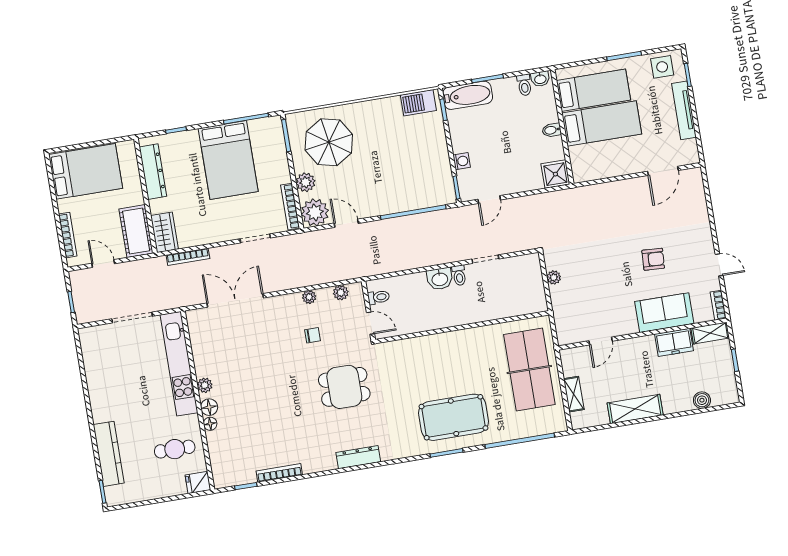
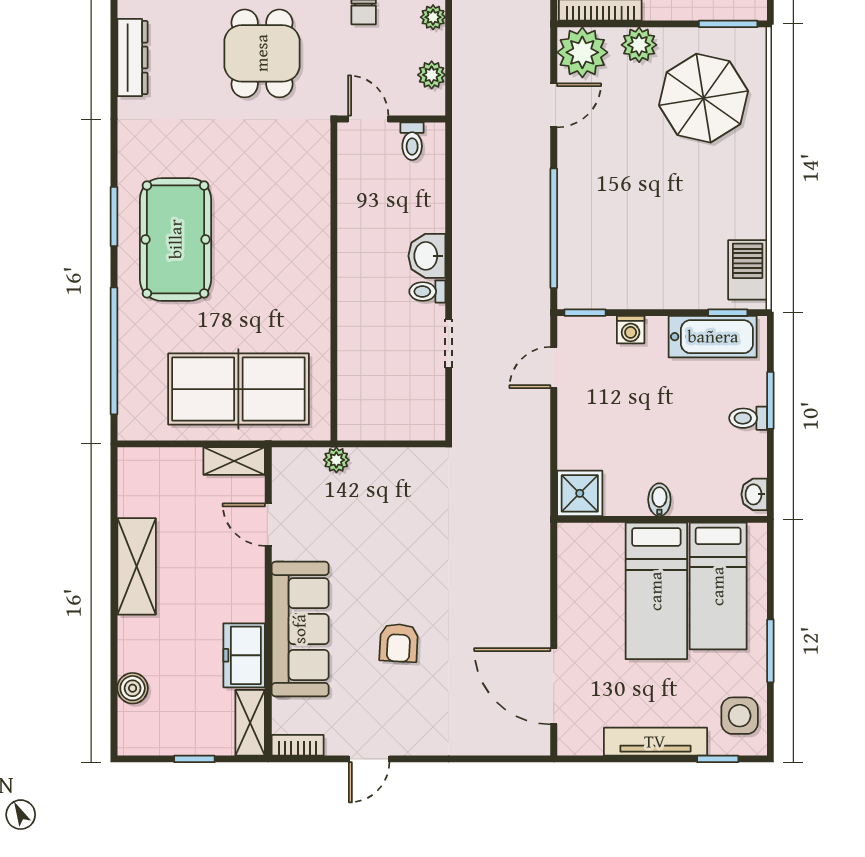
toilet: (524, 85) -> (748, 418), moved
bathtub: (468, 95) -> (713, 337), moved, turned -90
door: (663, 171) -> (554, 686), width x1.36
door: (489, 200) -> (554, 368), hinge flipped
plant: (554, 277) -> (336, 460), moved
sofa: (664, 313) -> (300, 629), width x1.36
door: (370, 323) -> (368, 119), swing flipped
shelving: (574, 394) -> (234, 461), moved

